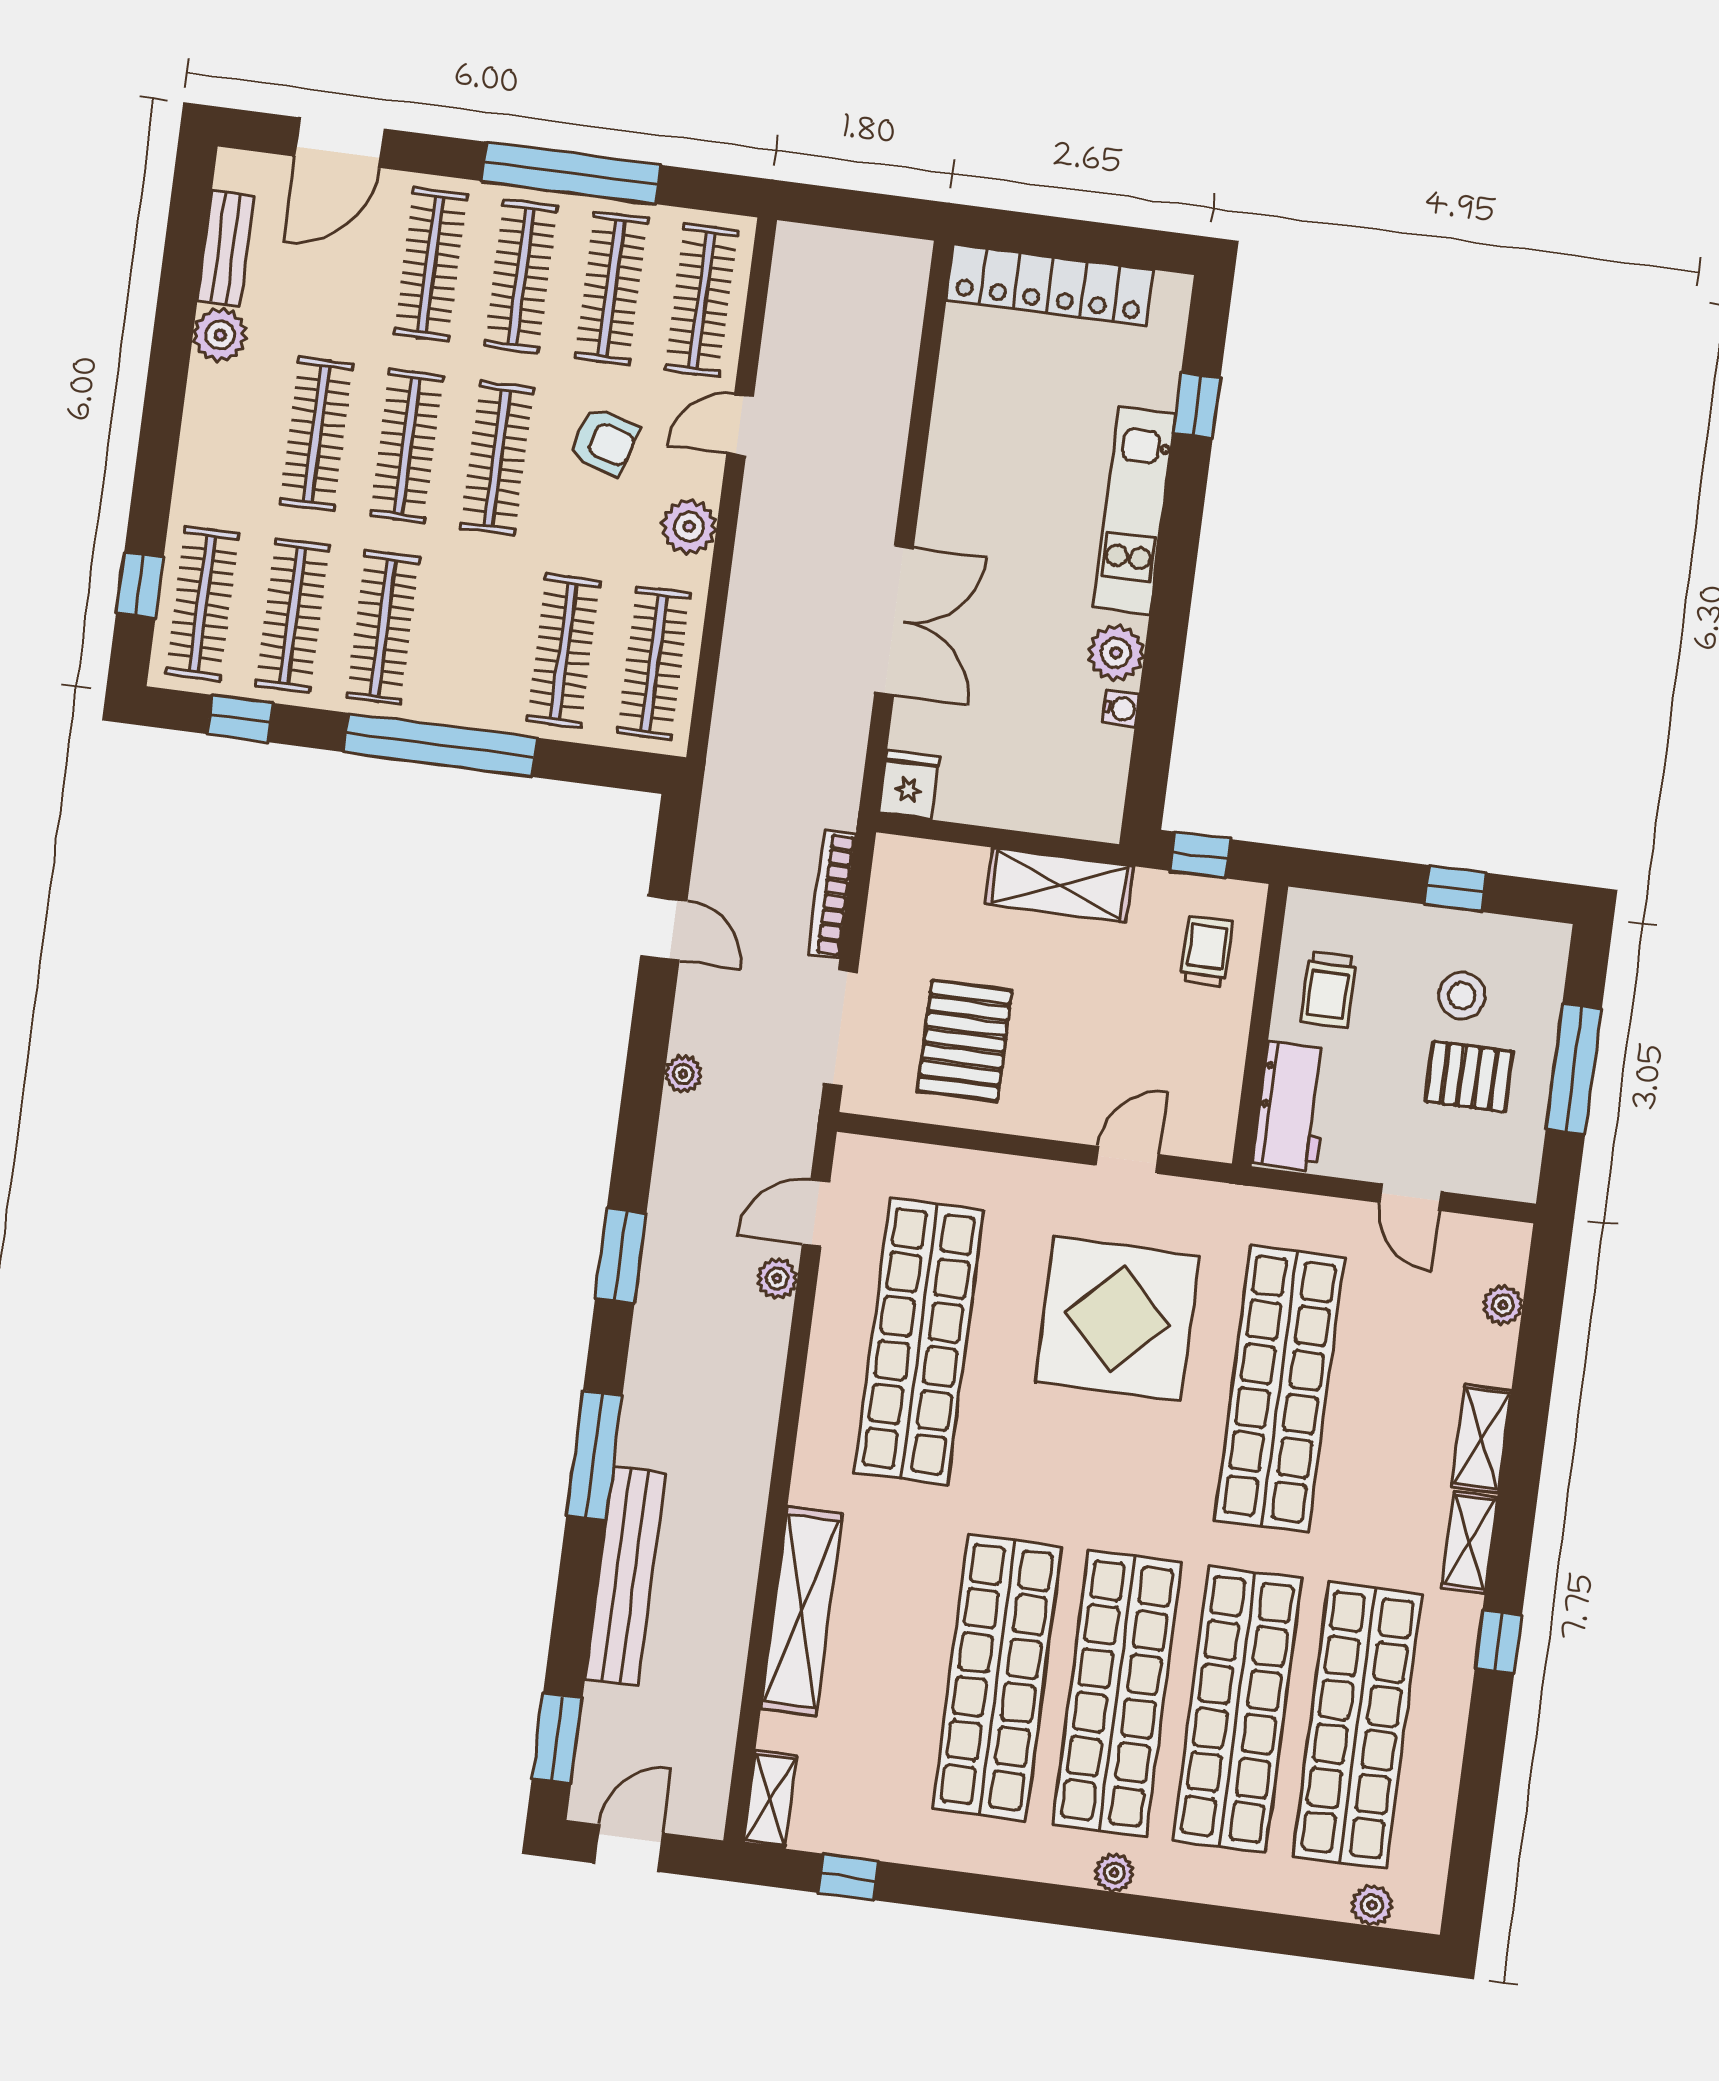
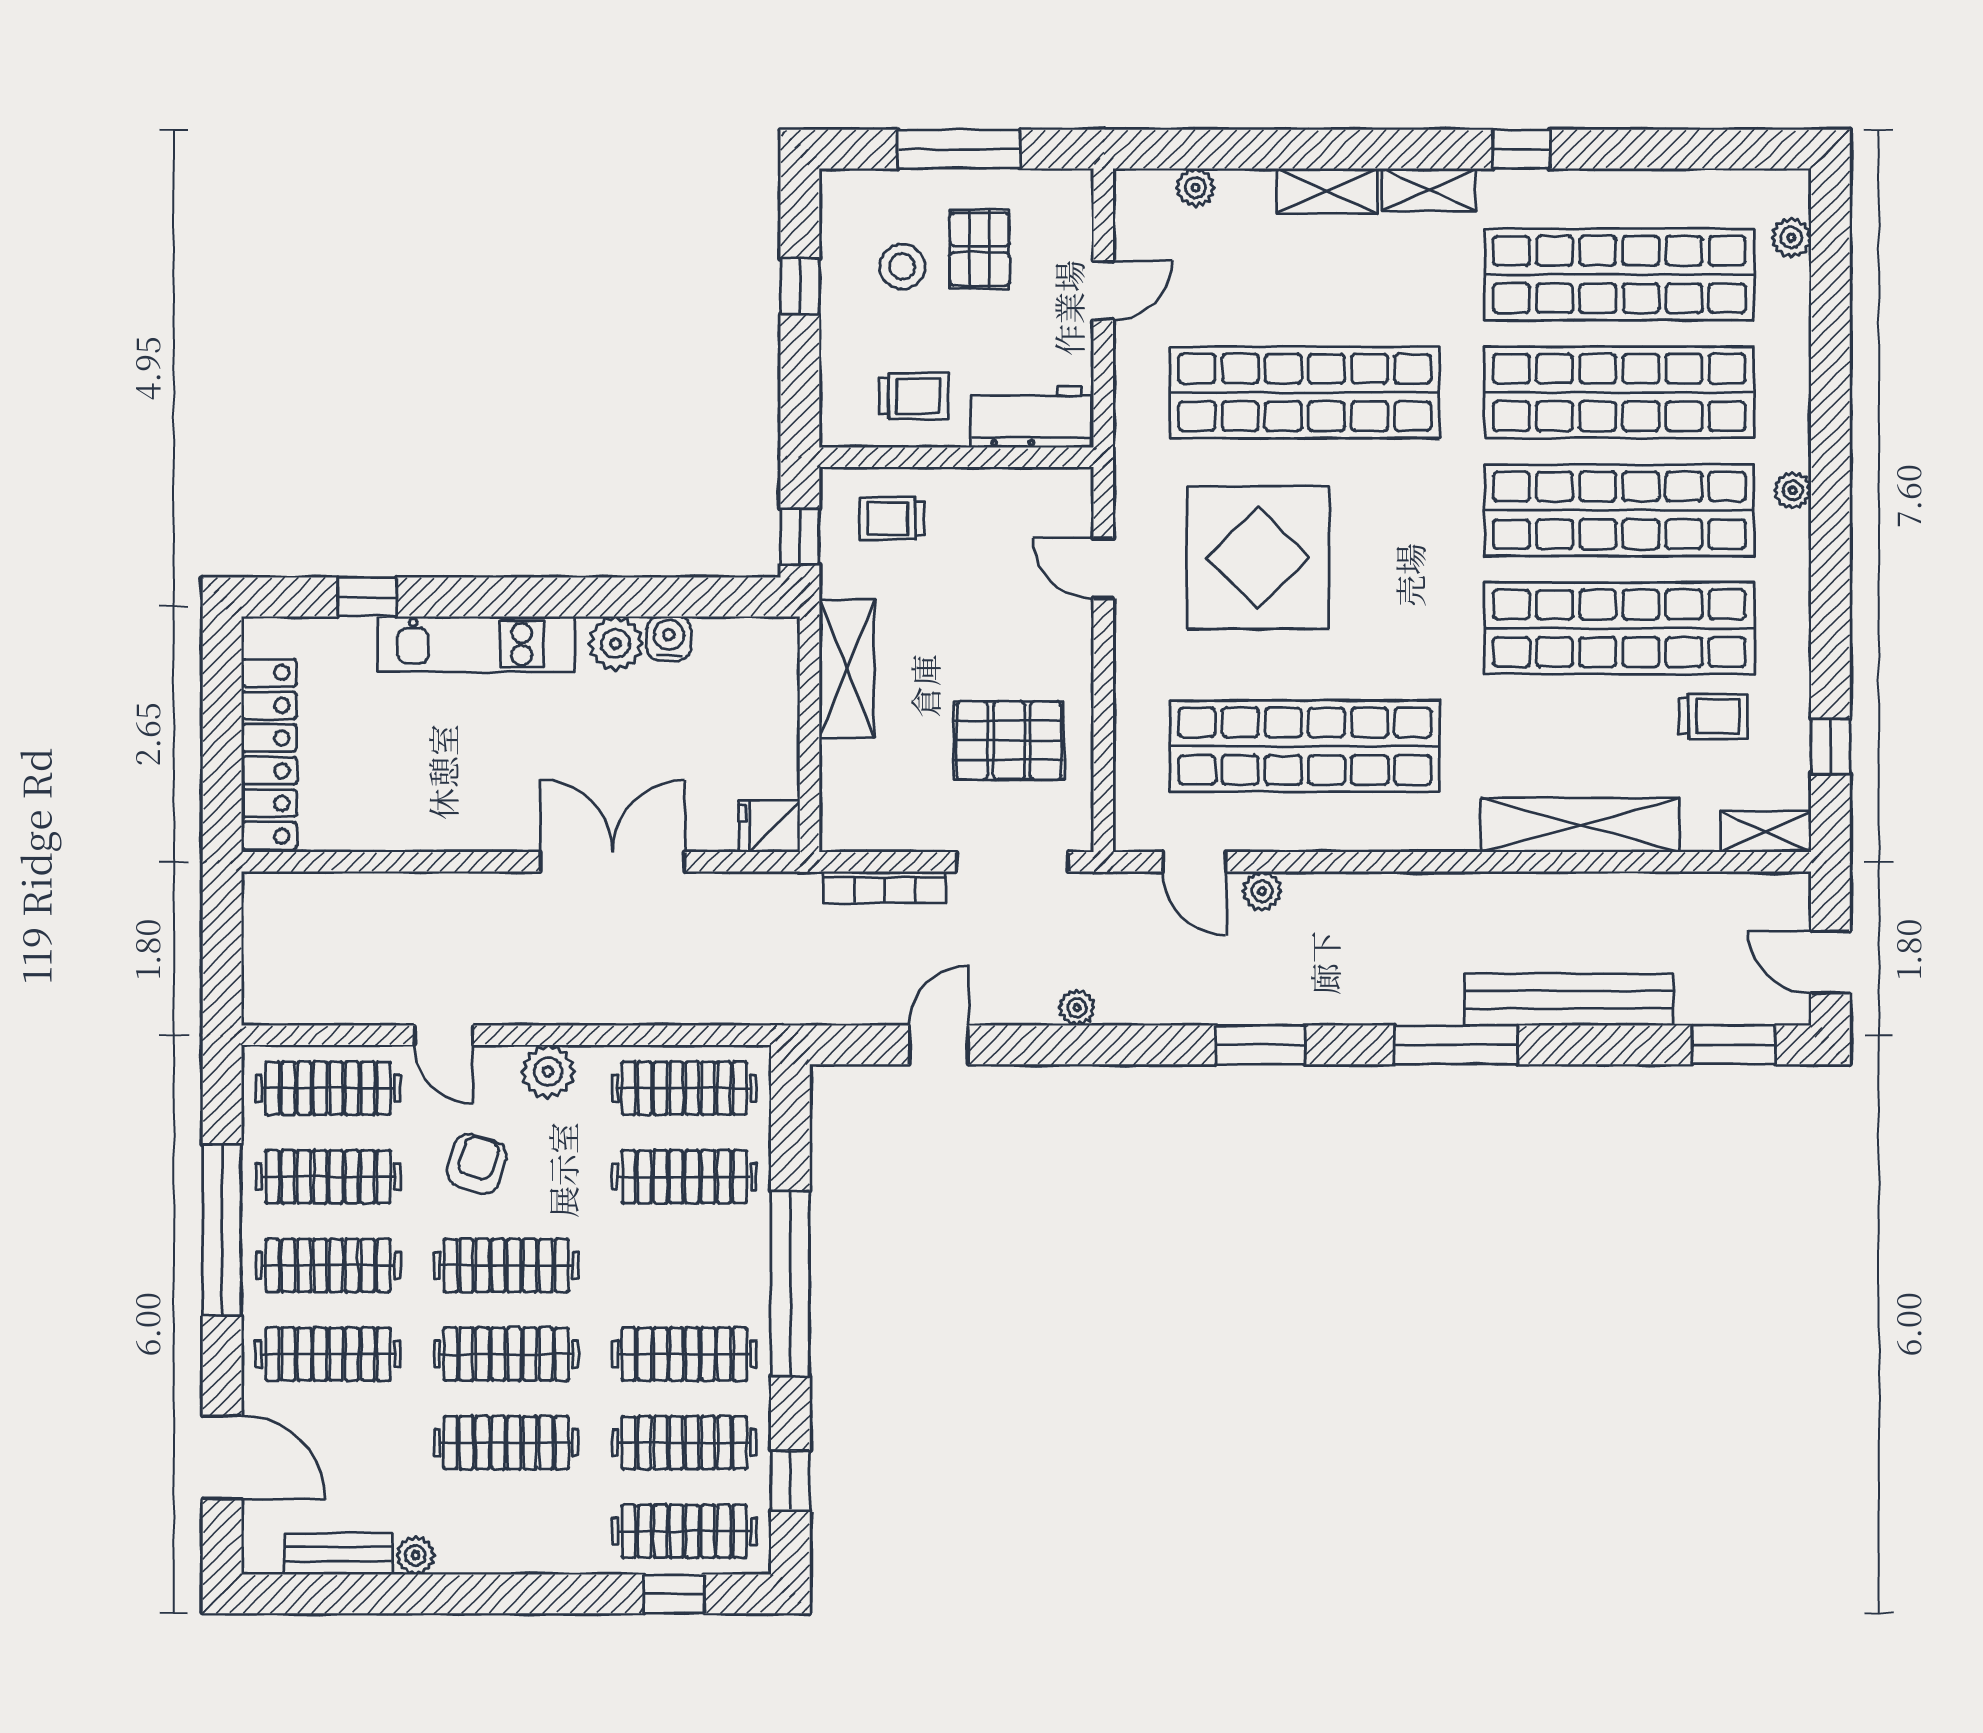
plant: (220, 335) -> (416, 1555), width x0.73, depth x0.73
water cooler: (1120, 709) -> (669, 638), width x1.38, depth x1.38
trolley: (895, 1761) -> (1713, 716), added

